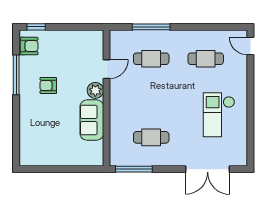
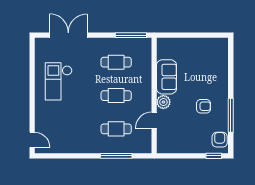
armchair: (29, 46) -> (220, 140), turned 90
cafe table: (206, 59) -> (116, 96), moved
checkout: (219, 115) -> (59, 81), turned 180

